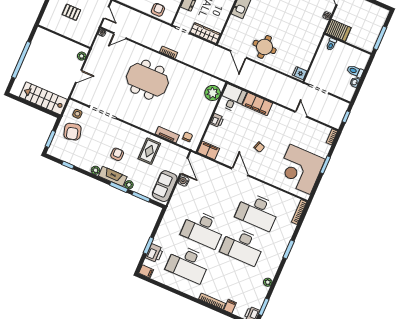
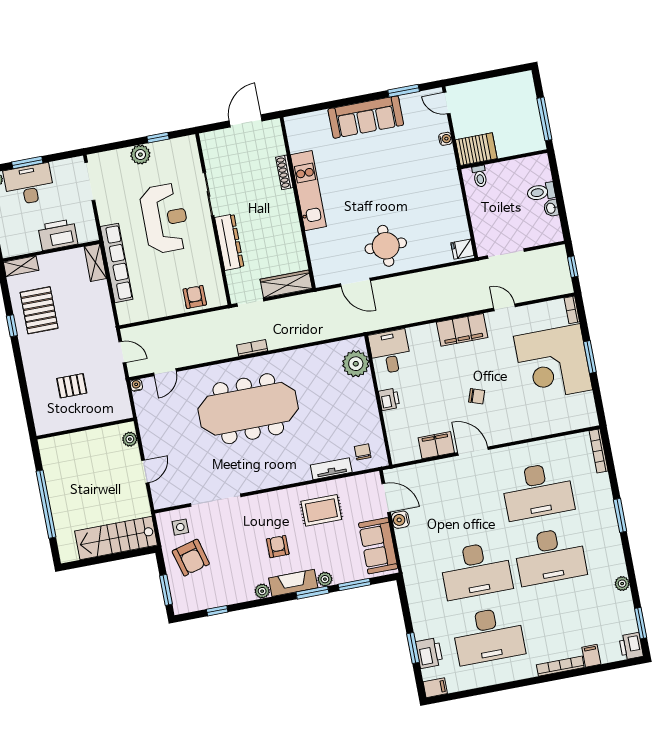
meeting table: (147, 80) -> (248, 409), width x1.36
filing cabinet: (257, 104) -> (462, 330), moved
filing cabinet: (208, 150) -> (436, 445), moved
rug: (149, 151) -> (321, 510), turned 90
corner desk: (300, 169) -> (553, 363), moved

